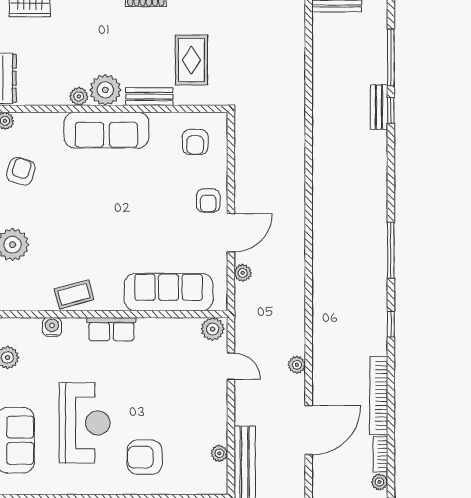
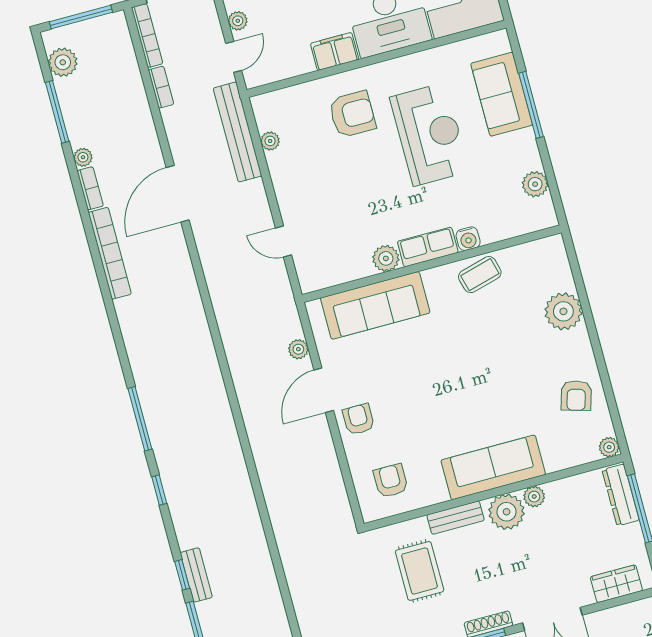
window: (391, 324) -> (159, 490), moved
water cooler: (52, 327) -> (468, 239), moved
plant: (213, 329) -> (386, 258), moved
plant: (297, 365) -> (210, 263), removed
reception desk: (85, 423) -> (429, 134), turned 180

